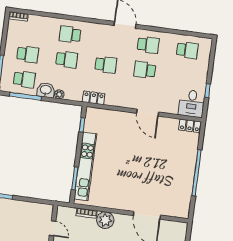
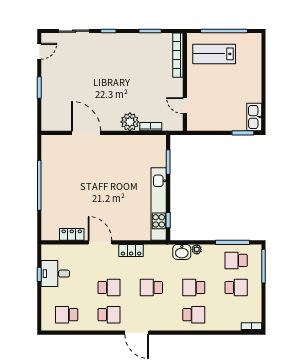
school desk: (148, 45) -> (109, 315), turned 180
school desk: (28, 54) -> (236, 288), turned 180
washbasin: (46, 90) -> (182, 252), moved
locker: (94, 98) -> (131, 251), moved
desk: (192, 103) -> (55, 274), moved, turned -90
locker: (190, 126) -> (72, 234), moved
kitchen unit: (85, 166) -> (159, 204), moved

